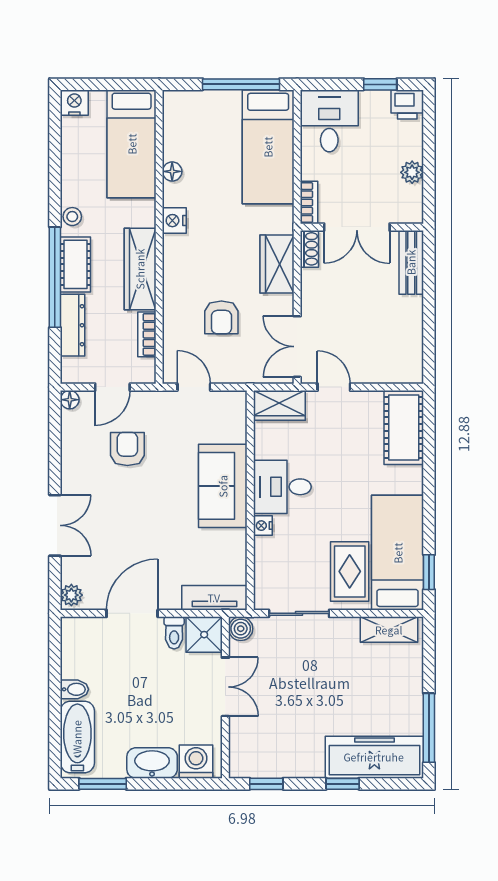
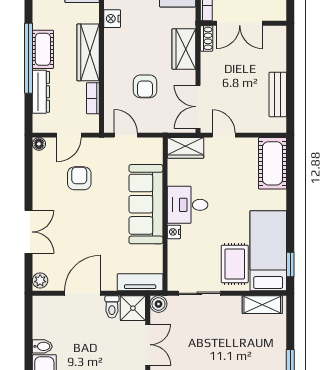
stool: (72, 217) -> (41, 16), removed
bench: (411, 262) -> (278, 94), moved
sofa: (223, 486) -> (146, 204), width x1.36

